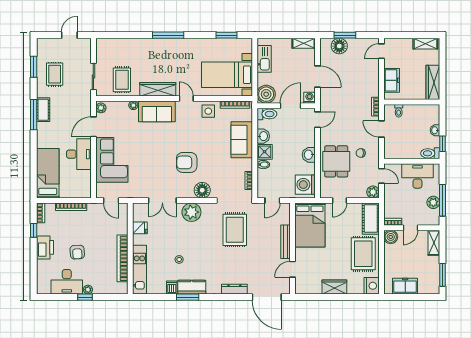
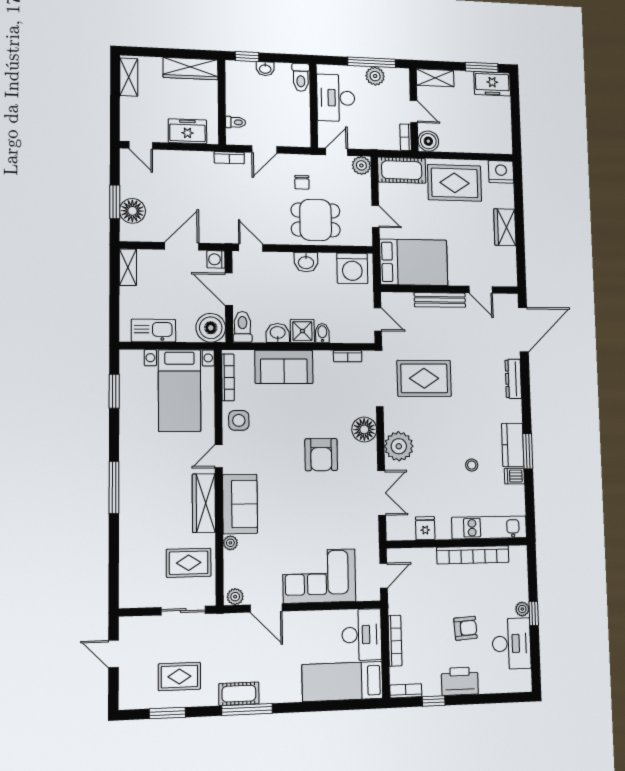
window: (443, 144) -> (247, 57), moved
desk: (79, 154) -> (362, 635), moved, turned 90
freezer: (405, 286) -> (492, 84), moved, turned -90

